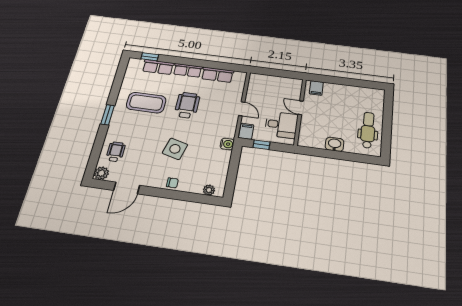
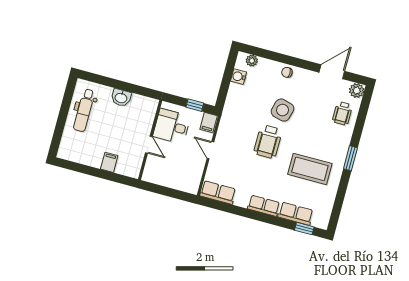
row of seats: (218, 75) -> (218, 192), moved
filing cabinet: (316, 88) -> (109, 162), moved
wheelchair: (187, 105) -> (268, 142), moved
water cooler: (227, 144) -> (239, 77), moved

